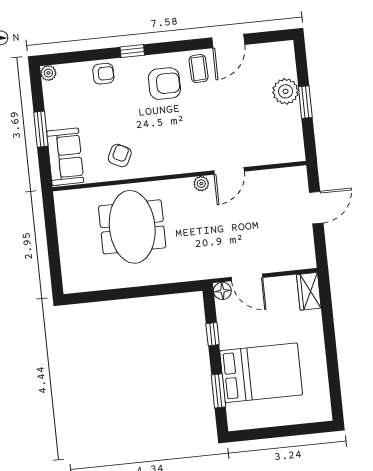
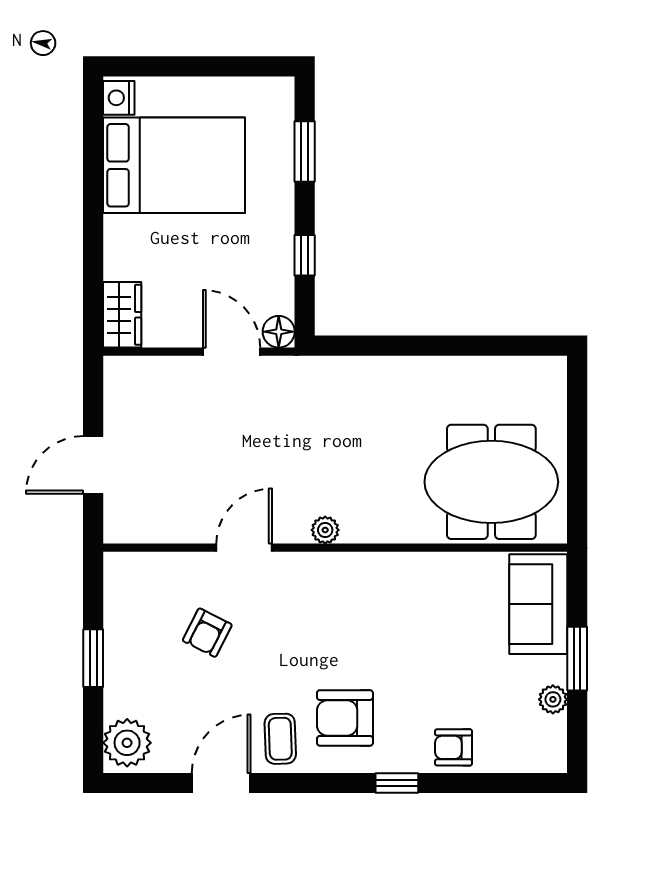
plant: (48, 73) -> (553, 699), moved
plant: (286, 91) -> (127, 743), moved
armchair: (120, 155) -> (207, 633), moved
plant: (201, 184) -> (325, 530), moved
meeting table: (132, 227) -> (491, 482), moved, turned 90
bed: (261, 373) -> (174, 165), moved, turned 180
nightstand: (323, 410) -> (119, 98), added

